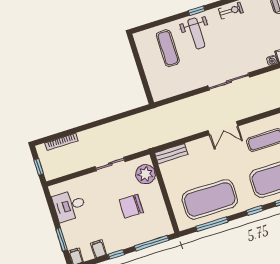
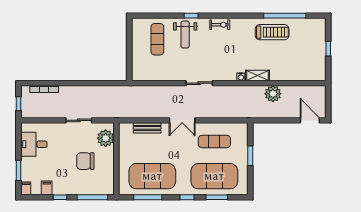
sliding door: (229, 82) -> (199, 83), width x0.73
bench: (171, 154) -> (147, 128), moved

